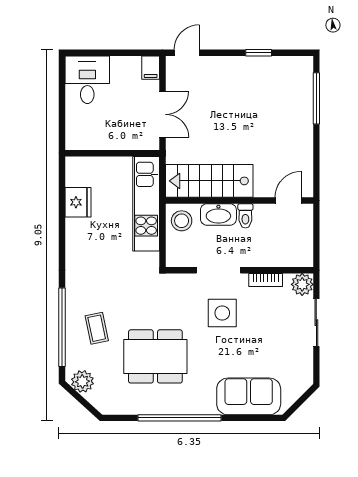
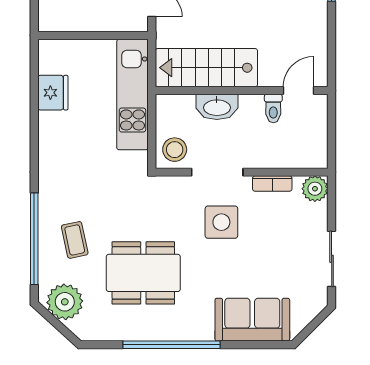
toilet: (245, 216) -> (273, 108), moved
stool: (182, 221) -> (175, 150), moved
sliding door: (316, 323) -> (332, 259), moved
plant: (82, 381) -> (65, 302), width x1.36, depth x1.36

